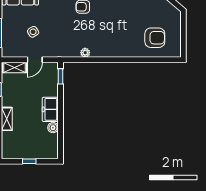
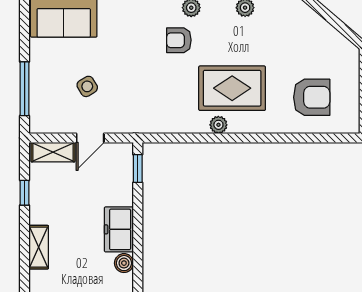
rug: (112, 33) -> (232, 88), added
plant: (85, 53) -> (218, 125), moved

